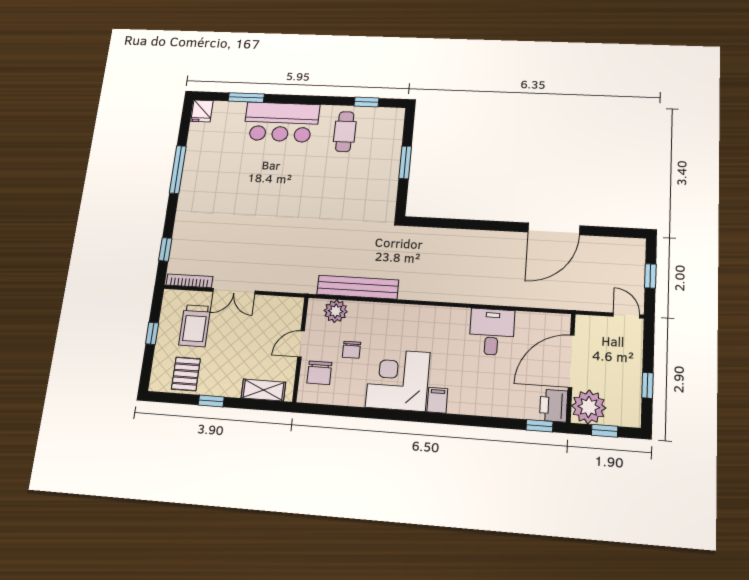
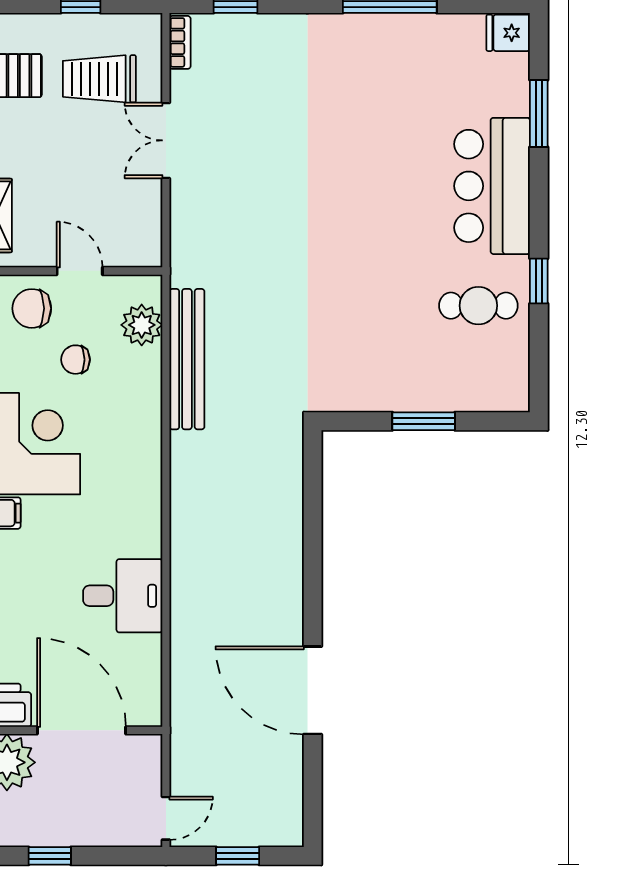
window: (366, 102) -> (539, 281), moved
bookcase: (189, 281) -> (180, 42), width x0.64

